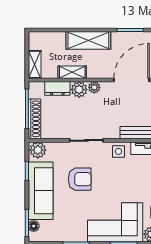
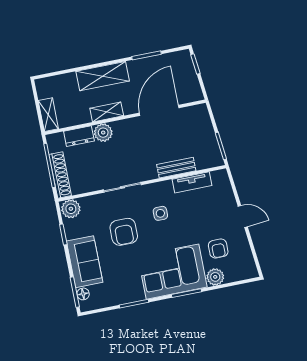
shelving: (72, 72) -> (107, 112), moved
plant: (94, 87) -> (119, 127), removed
side table: (118, 151) -> (160, 213), moved
armchair: (80, 179) -> (124, 232), turned 90
sofa: (41, 191) -> (85, 262), width x0.73

